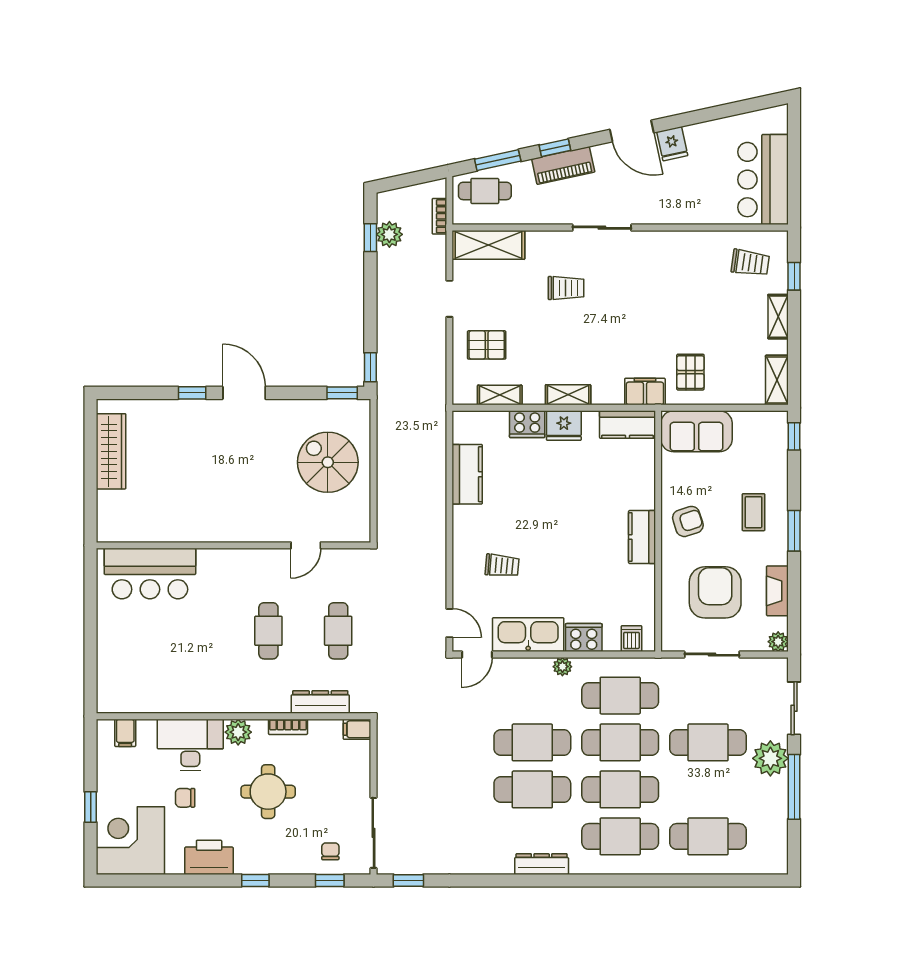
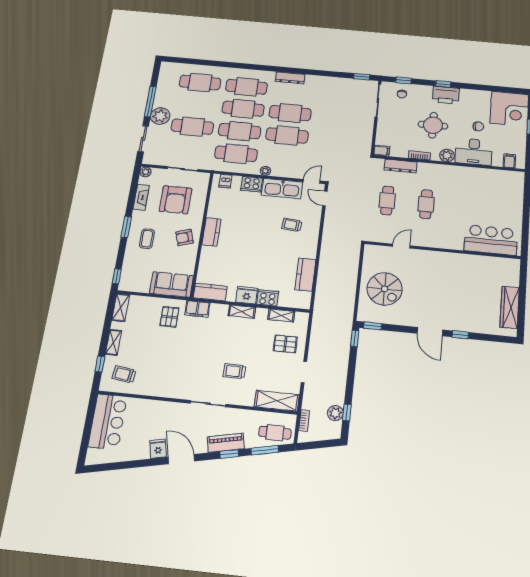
printer: (209, 857) -> (446, 95), moved

